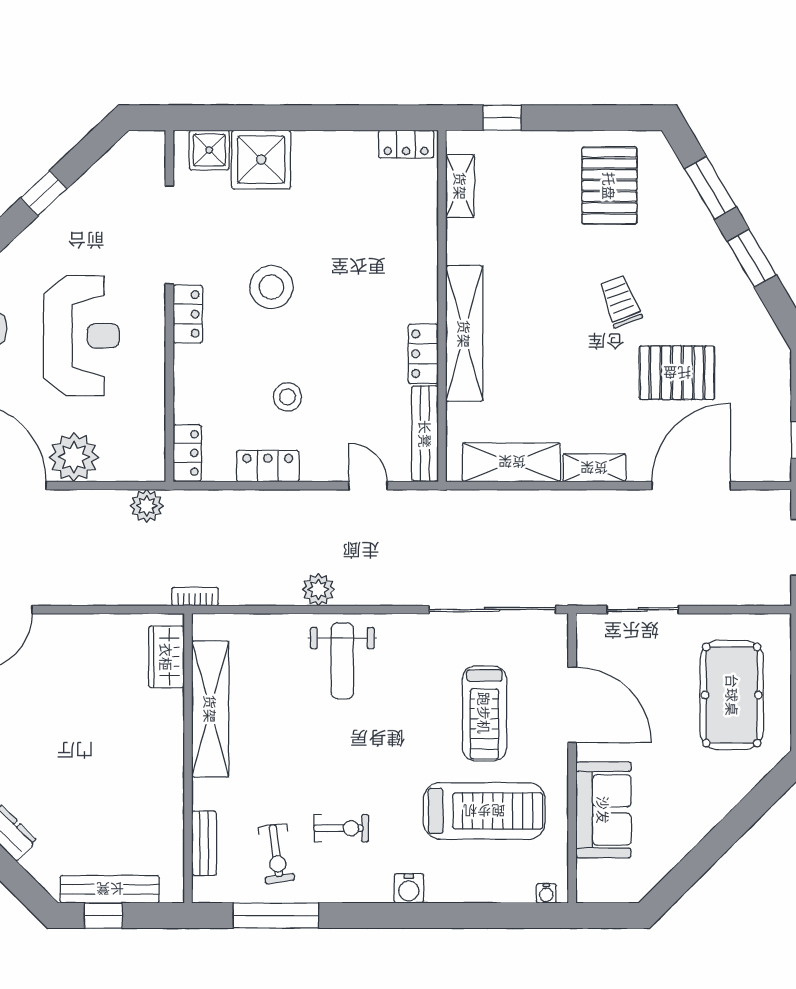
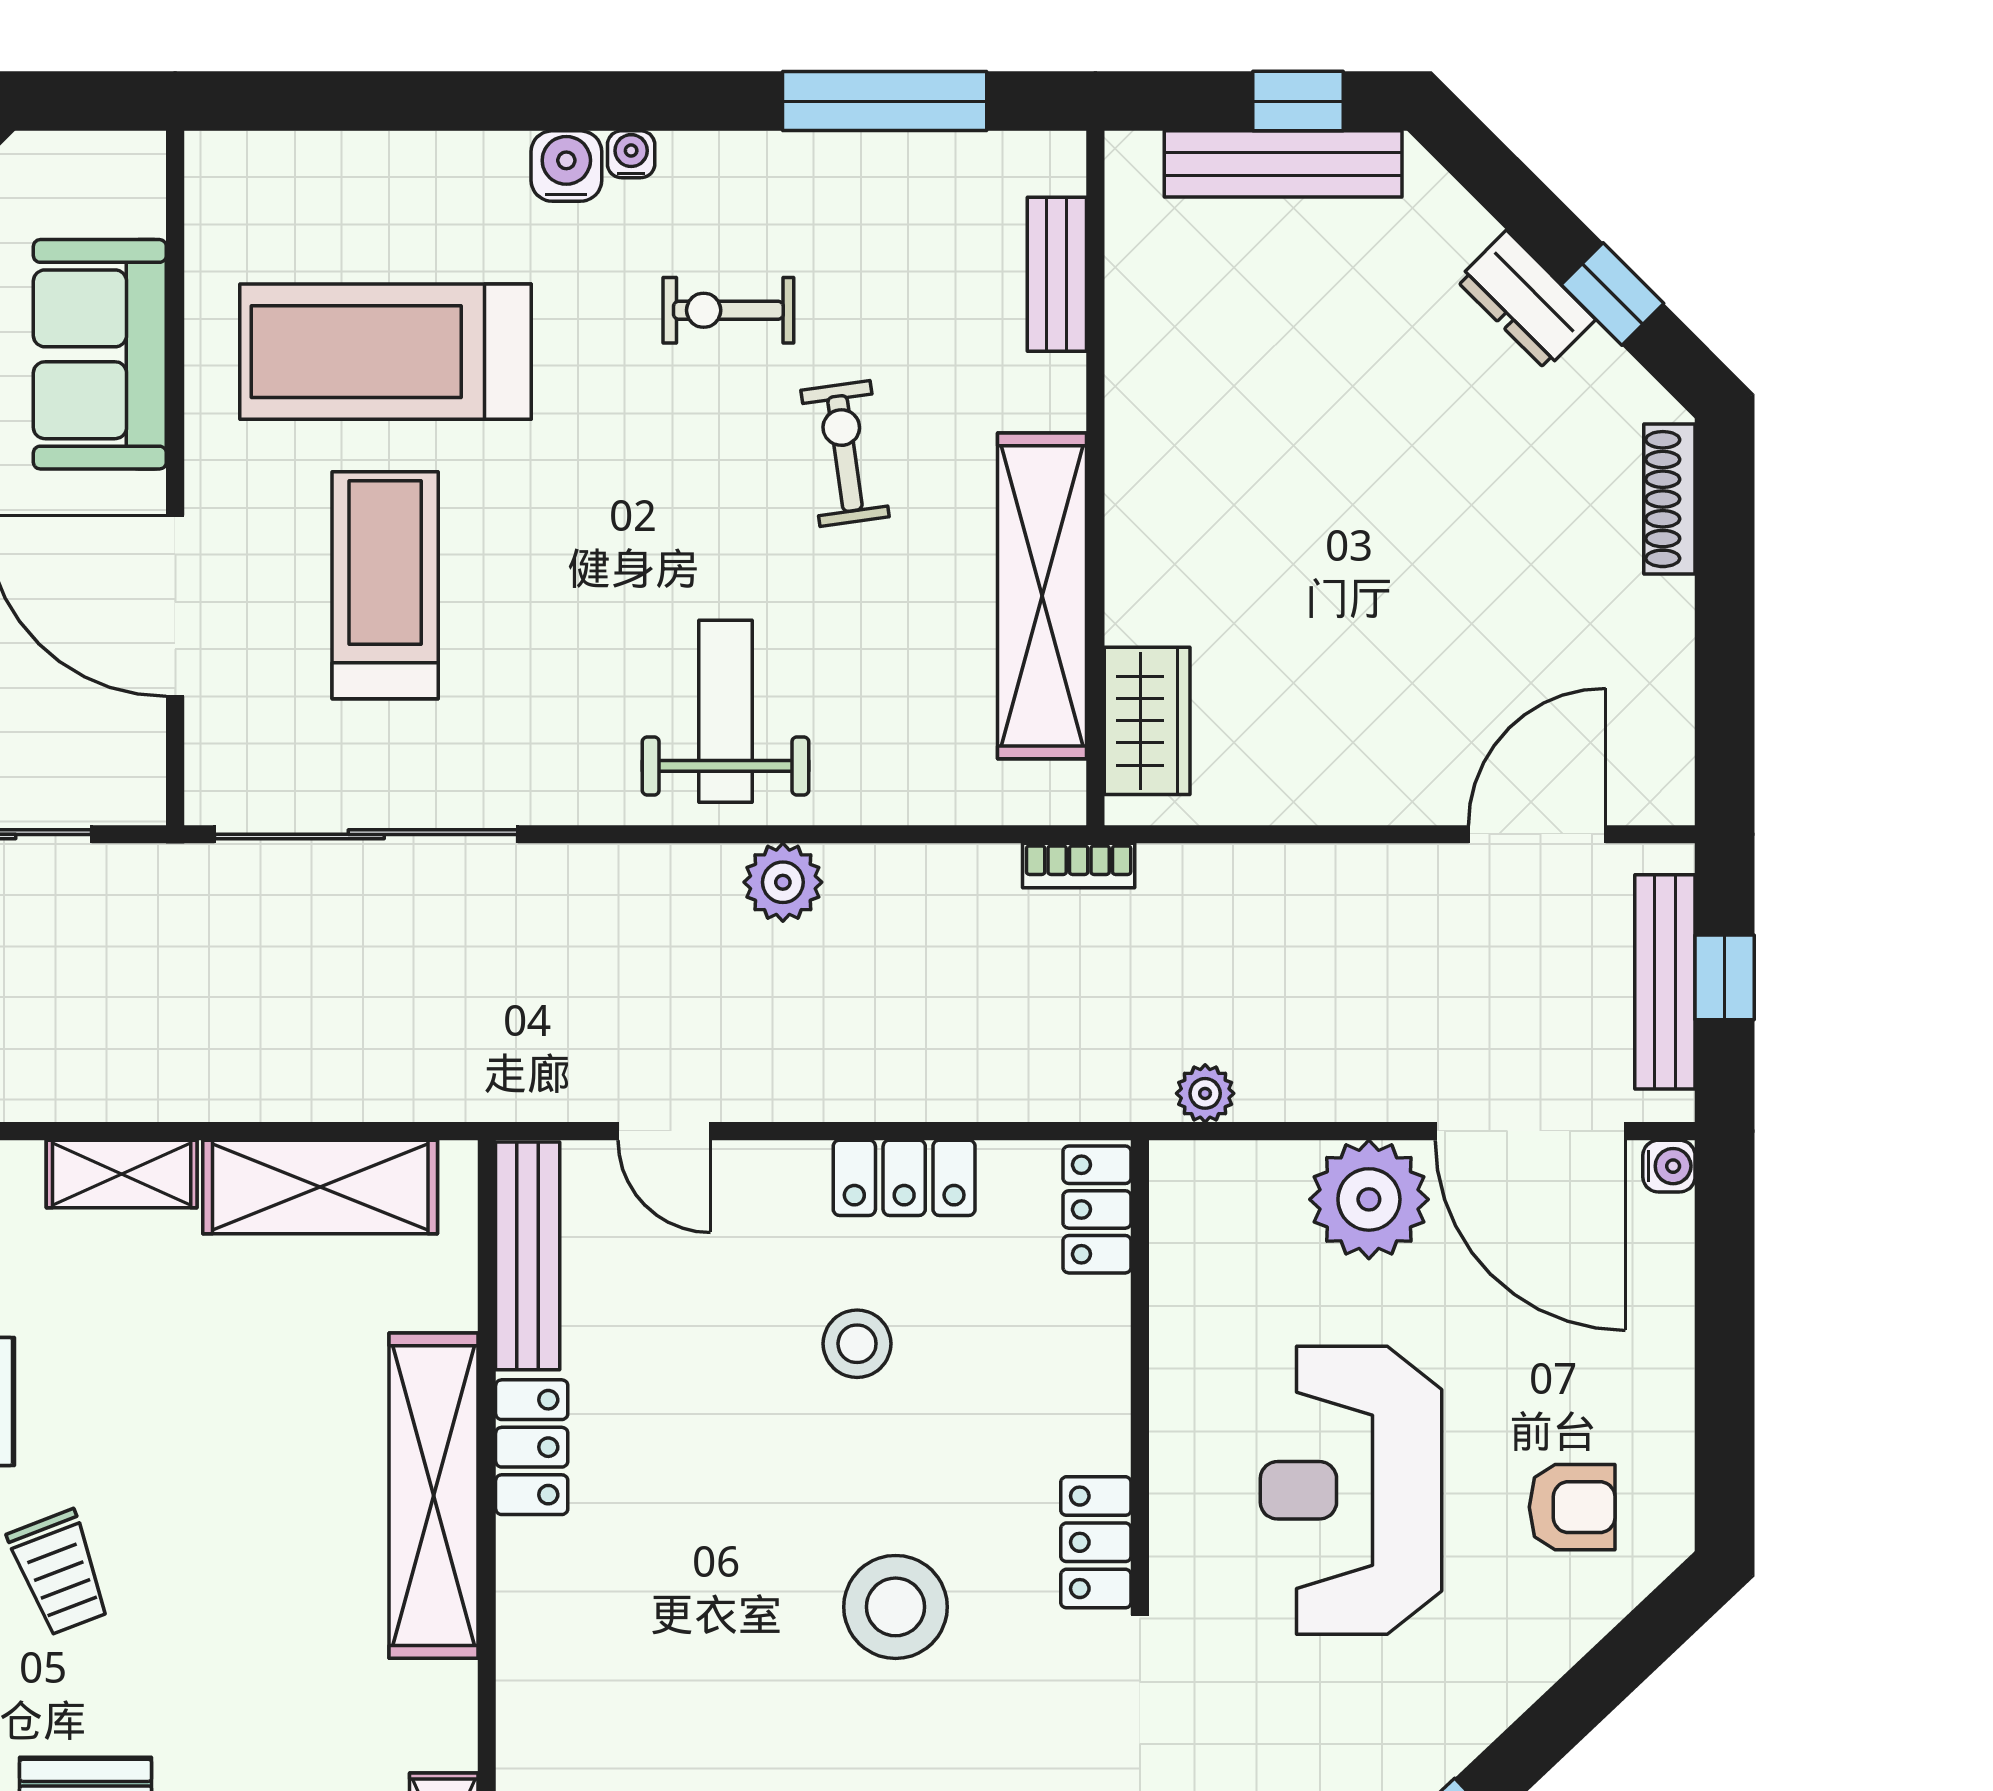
plant: (147, 506) -> (1205, 1093), width x0.73, depth x0.73
exercise bike: (276, 854) -> (845, 453), moved
water cooler: (546, 893) -> (631, 154), moved

